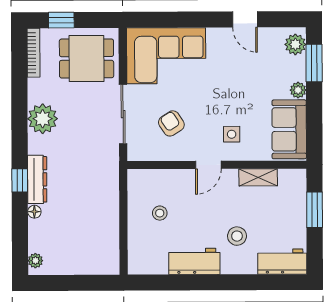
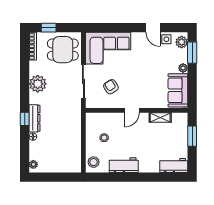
side table: (232, 134) -> (166, 39), moved
stool: (237, 236) -> (94, 162), moved

